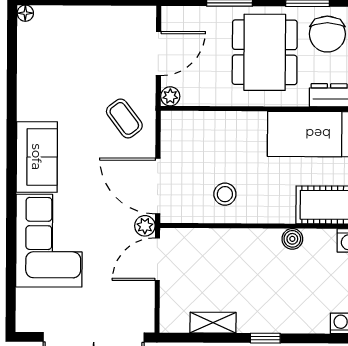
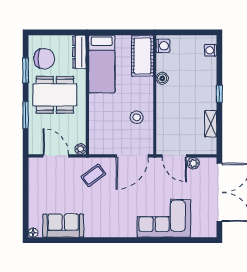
sofa: (37, 157) -> (63, 226), moved
plant: (145, 226) -> (193, 163), moved

